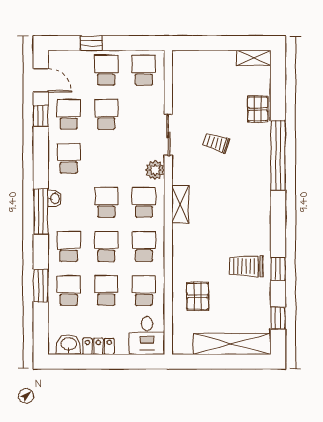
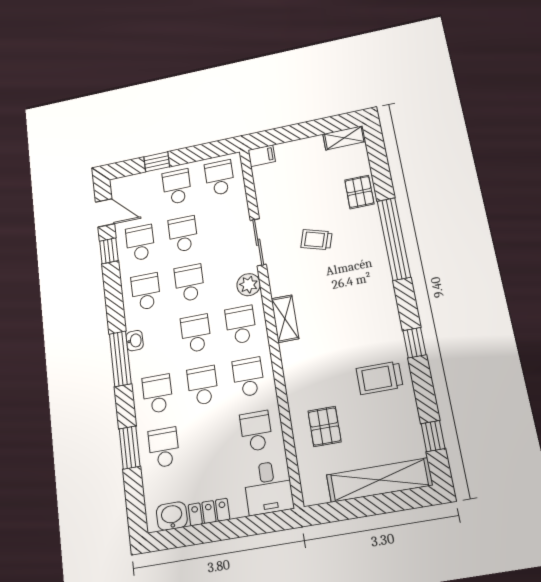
filing cabinet: (182, 58) -> (262, 156), added
window: (278, 269) -> (414, 343), moved
school desk: (106, 290) -> (189, 283), moved

